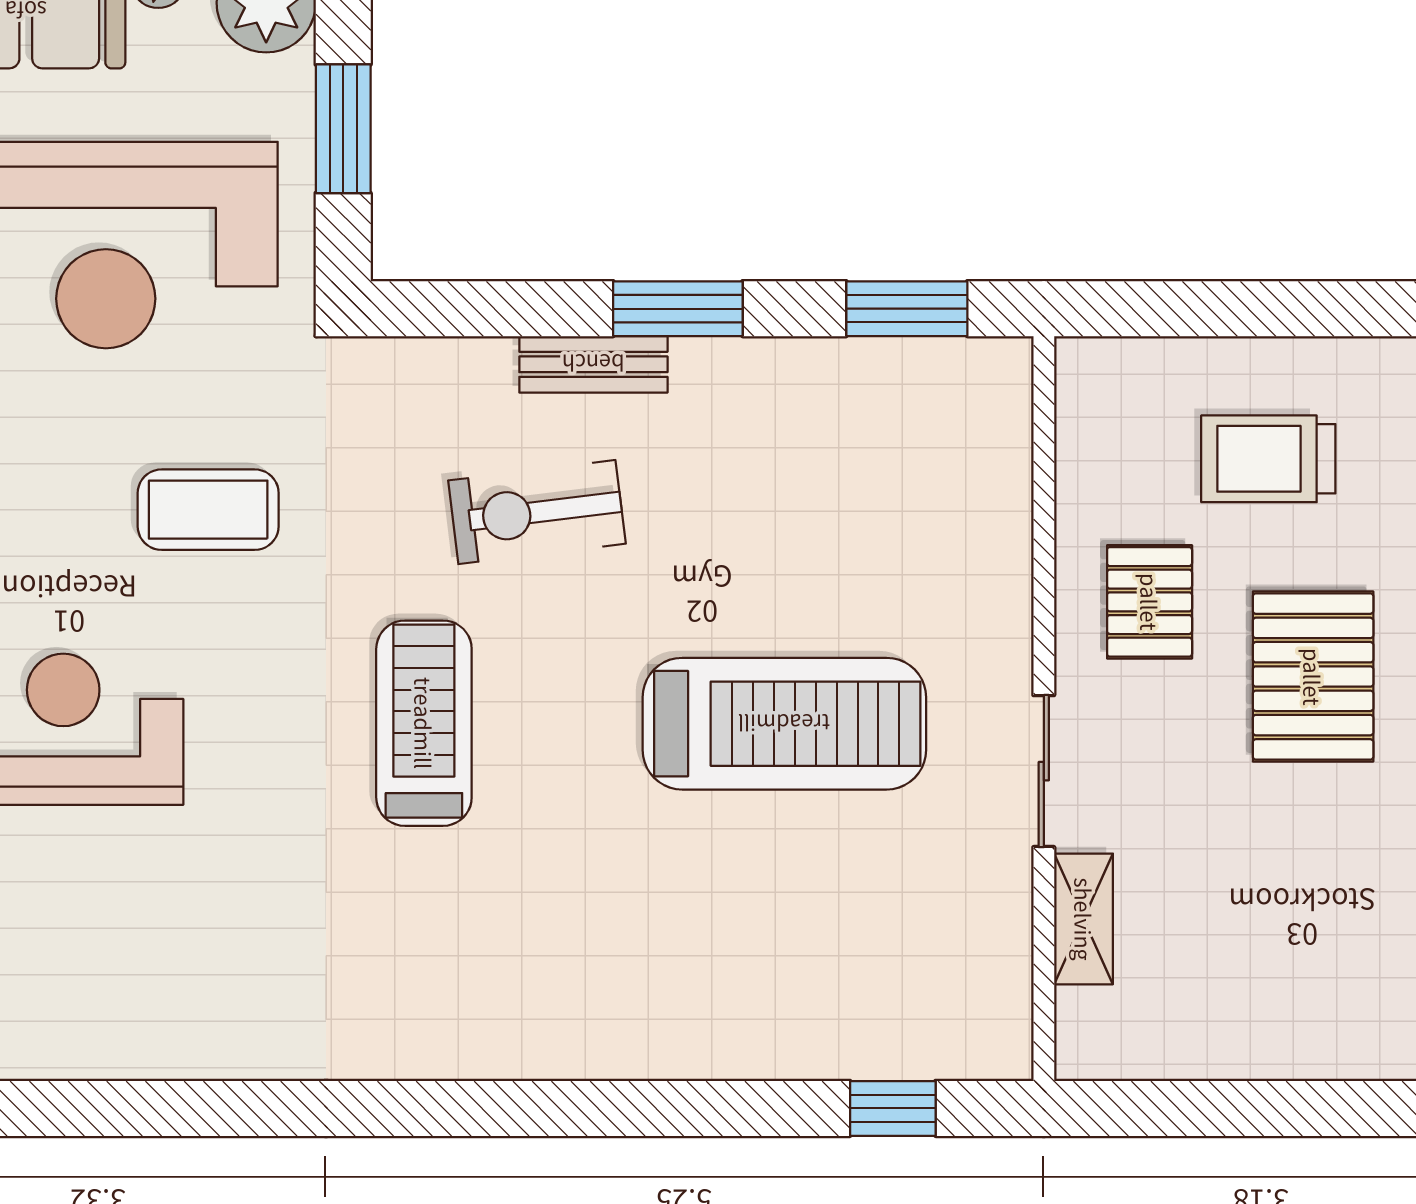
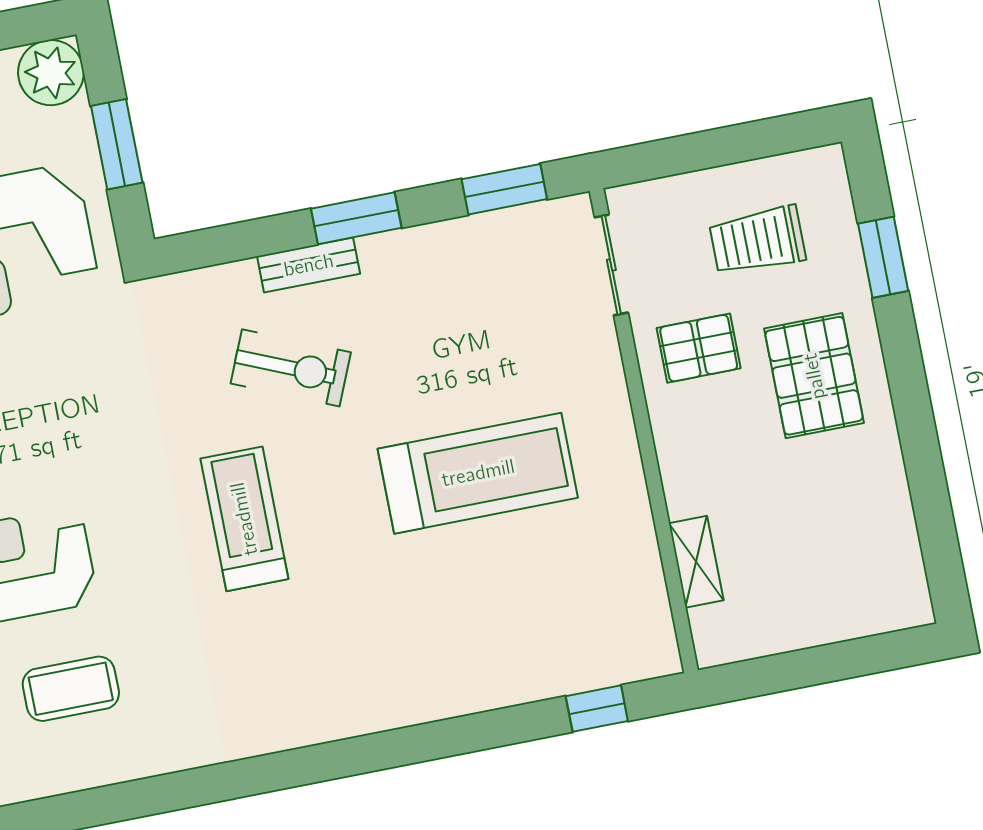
coffee table: (208, 510) -> (71, 689), moved
exercise bike: (537, 512) -> (291, 368), turned -150
pallet: (1150, 602) -> (699, 348), turned 90
sliding door: (1044, 771) -> (611, 265), moved

